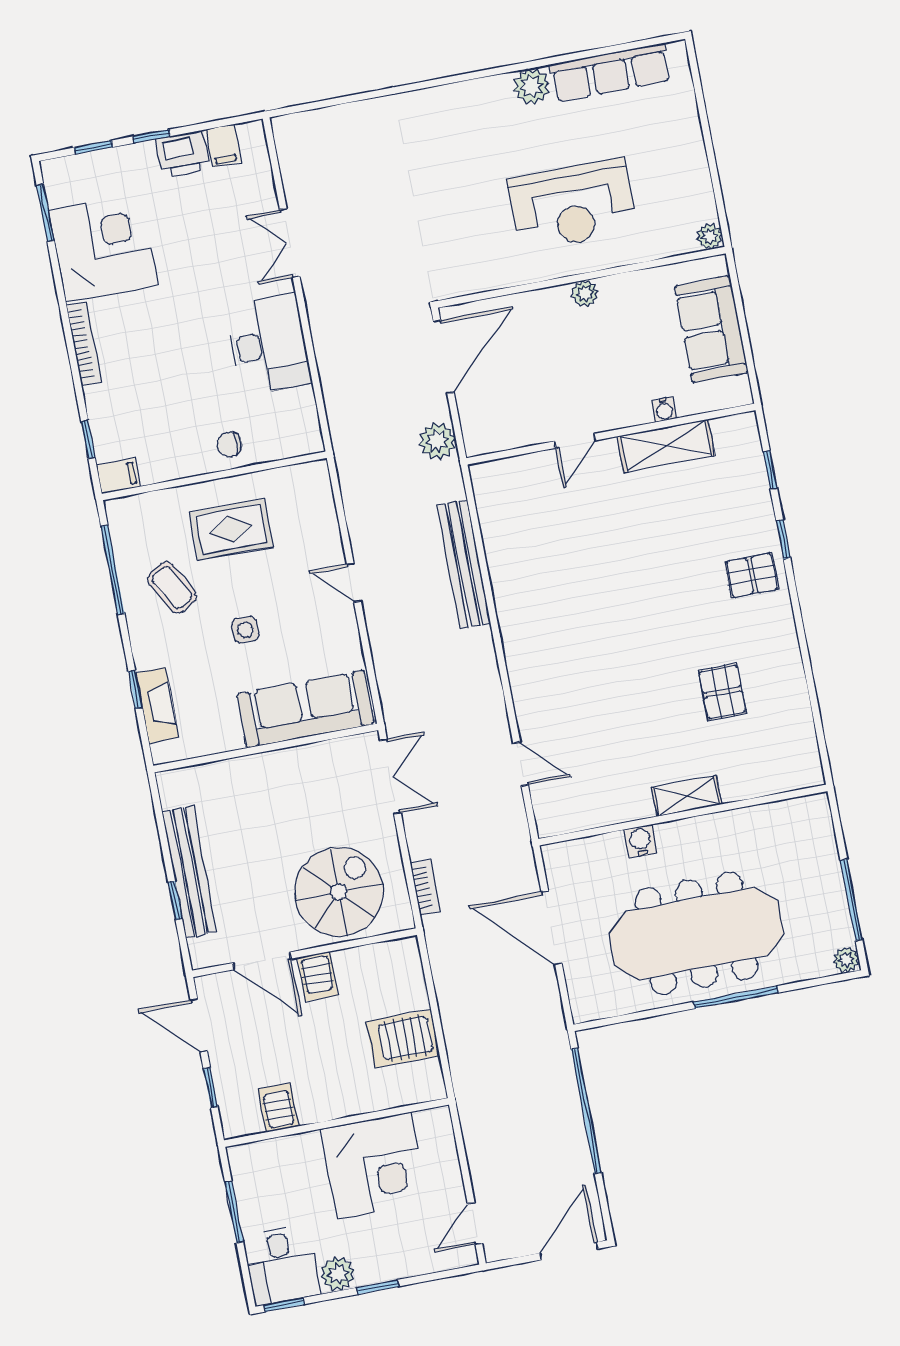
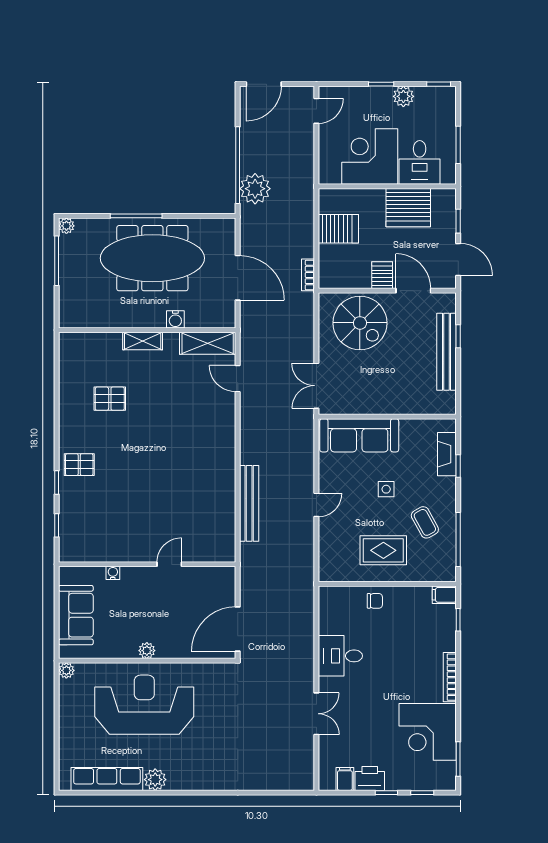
reception desk: (572, 205) -> (144, 705), width x1.36, depth x1.30
desk: (268, 344) -> (340, 656), width x0.73
plant: (437, 441) -> (255, 189), moved, width x1.36, depth x1.36
shelving: (666, 446) -> (208, 343), moved
door: (354, 583) -> (316, 505), hinge flipped
pallet: (723, 692) -> (110, 399), turned 90
bookcase: (425, 887) -> (308, 275), moved
spiral stairs: (339, 892) -> (360, 323), turned -90
server rack: (278, 1108) -> (408, 208), width x2.18, depth x1.44
desk: (282, 1265) -> (420, 162), moved, turned 180

